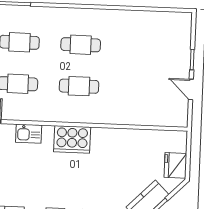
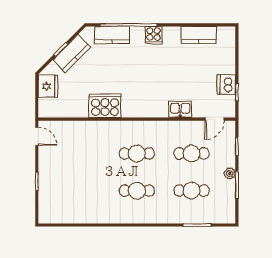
door: (191, 89) -> (37, 136), moved
cooker: (72, 139) -> (105, 106), moved

